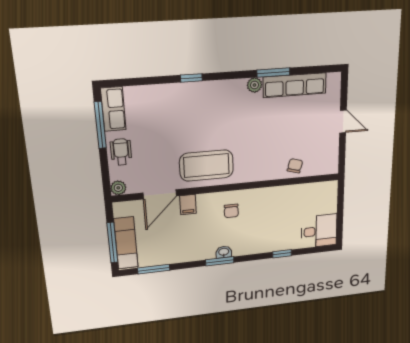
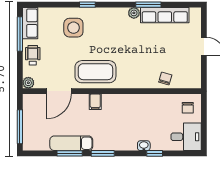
side table: (174, 111) -> (73, 28), added
filing cabinet: (188, 205) -> (95, 102), moved
chair: (231, 211) -> (188, 108), moved
exam couch: (126, 243) -> (71, 143), moved, turned -90
washbasin: (224, 252) -> (144, 146), moved
window: (154, 269) -> (70, 153), moved

